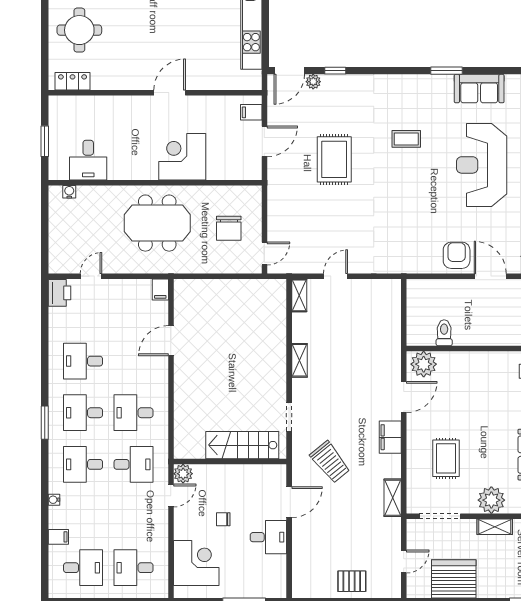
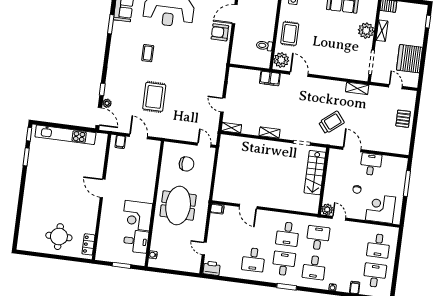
corner desk: (182, 157) -> (137, 216), moved
rug: (334, 159) -> (154, 97), turned 90
desk: (83, 413) -> (284, 264), turned 180
filing cabinet: (390, 437) -> (270, 78), moved
rug: (446, 458) -> (290, 34), moved, turned 90

